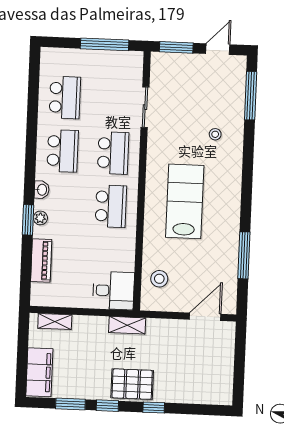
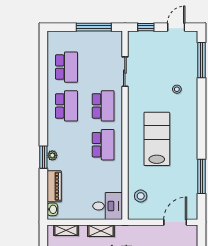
window: (176, 47) -> (146, 27), width x0.67
washbasin: (42, 190) -> (52, 209), moved
shelving: (127, 325) -> (101, 231), moved

